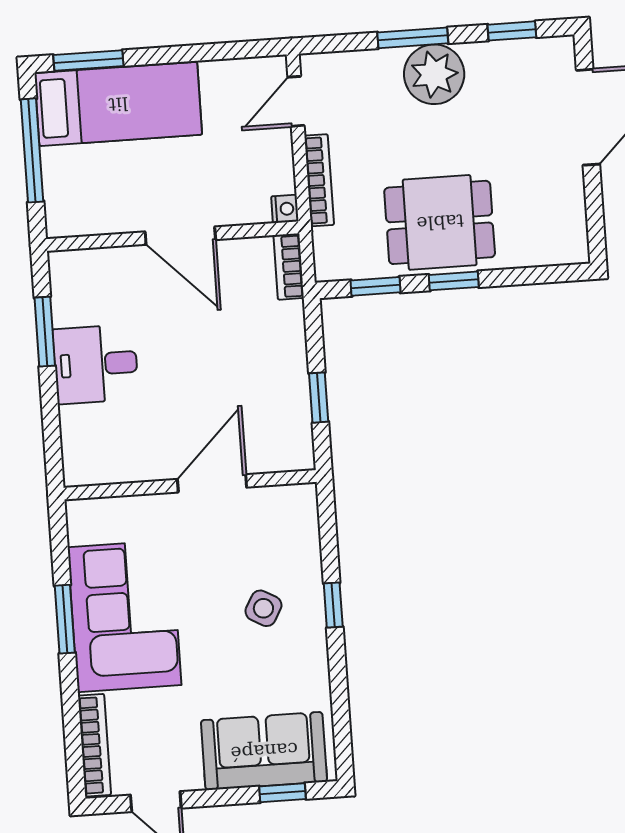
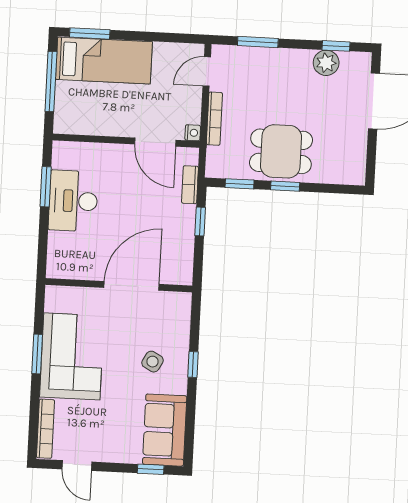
window: (413, 38) -> (258, 42), moved
plant: (434, 74) -> (326, 63), moved, width x0.73, depth x0.73
door: (180, 236) -> (155, 142), moved
bookcase: (289, 267) -> (190, 185), moved
desk: (96, 364) -> (73, 201), width x1.37
window: (319, 398) -> (200, 221), moved
door: (212, 483) -> (132, 286), width x1.36
sofa: (264, 751) -> (165, 430), moved, turned -90

